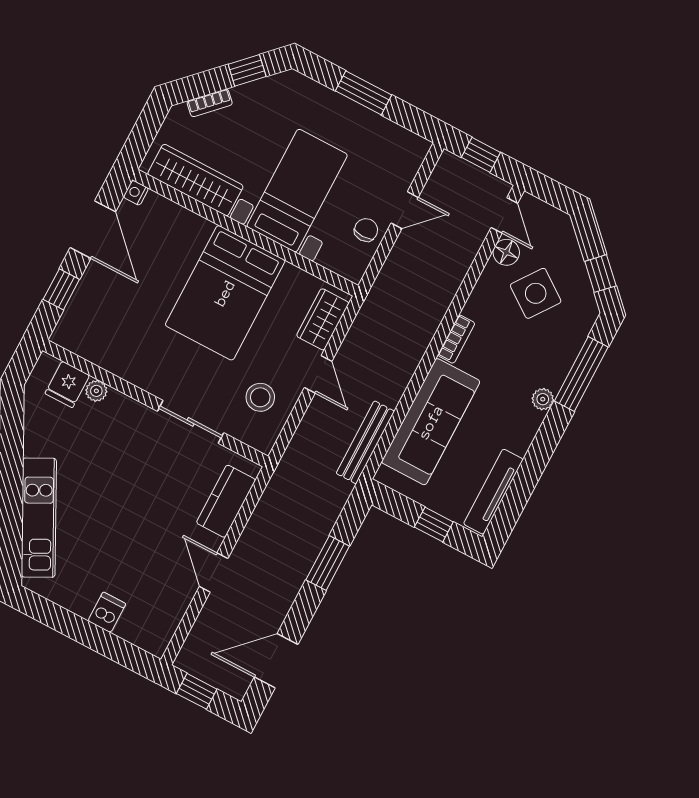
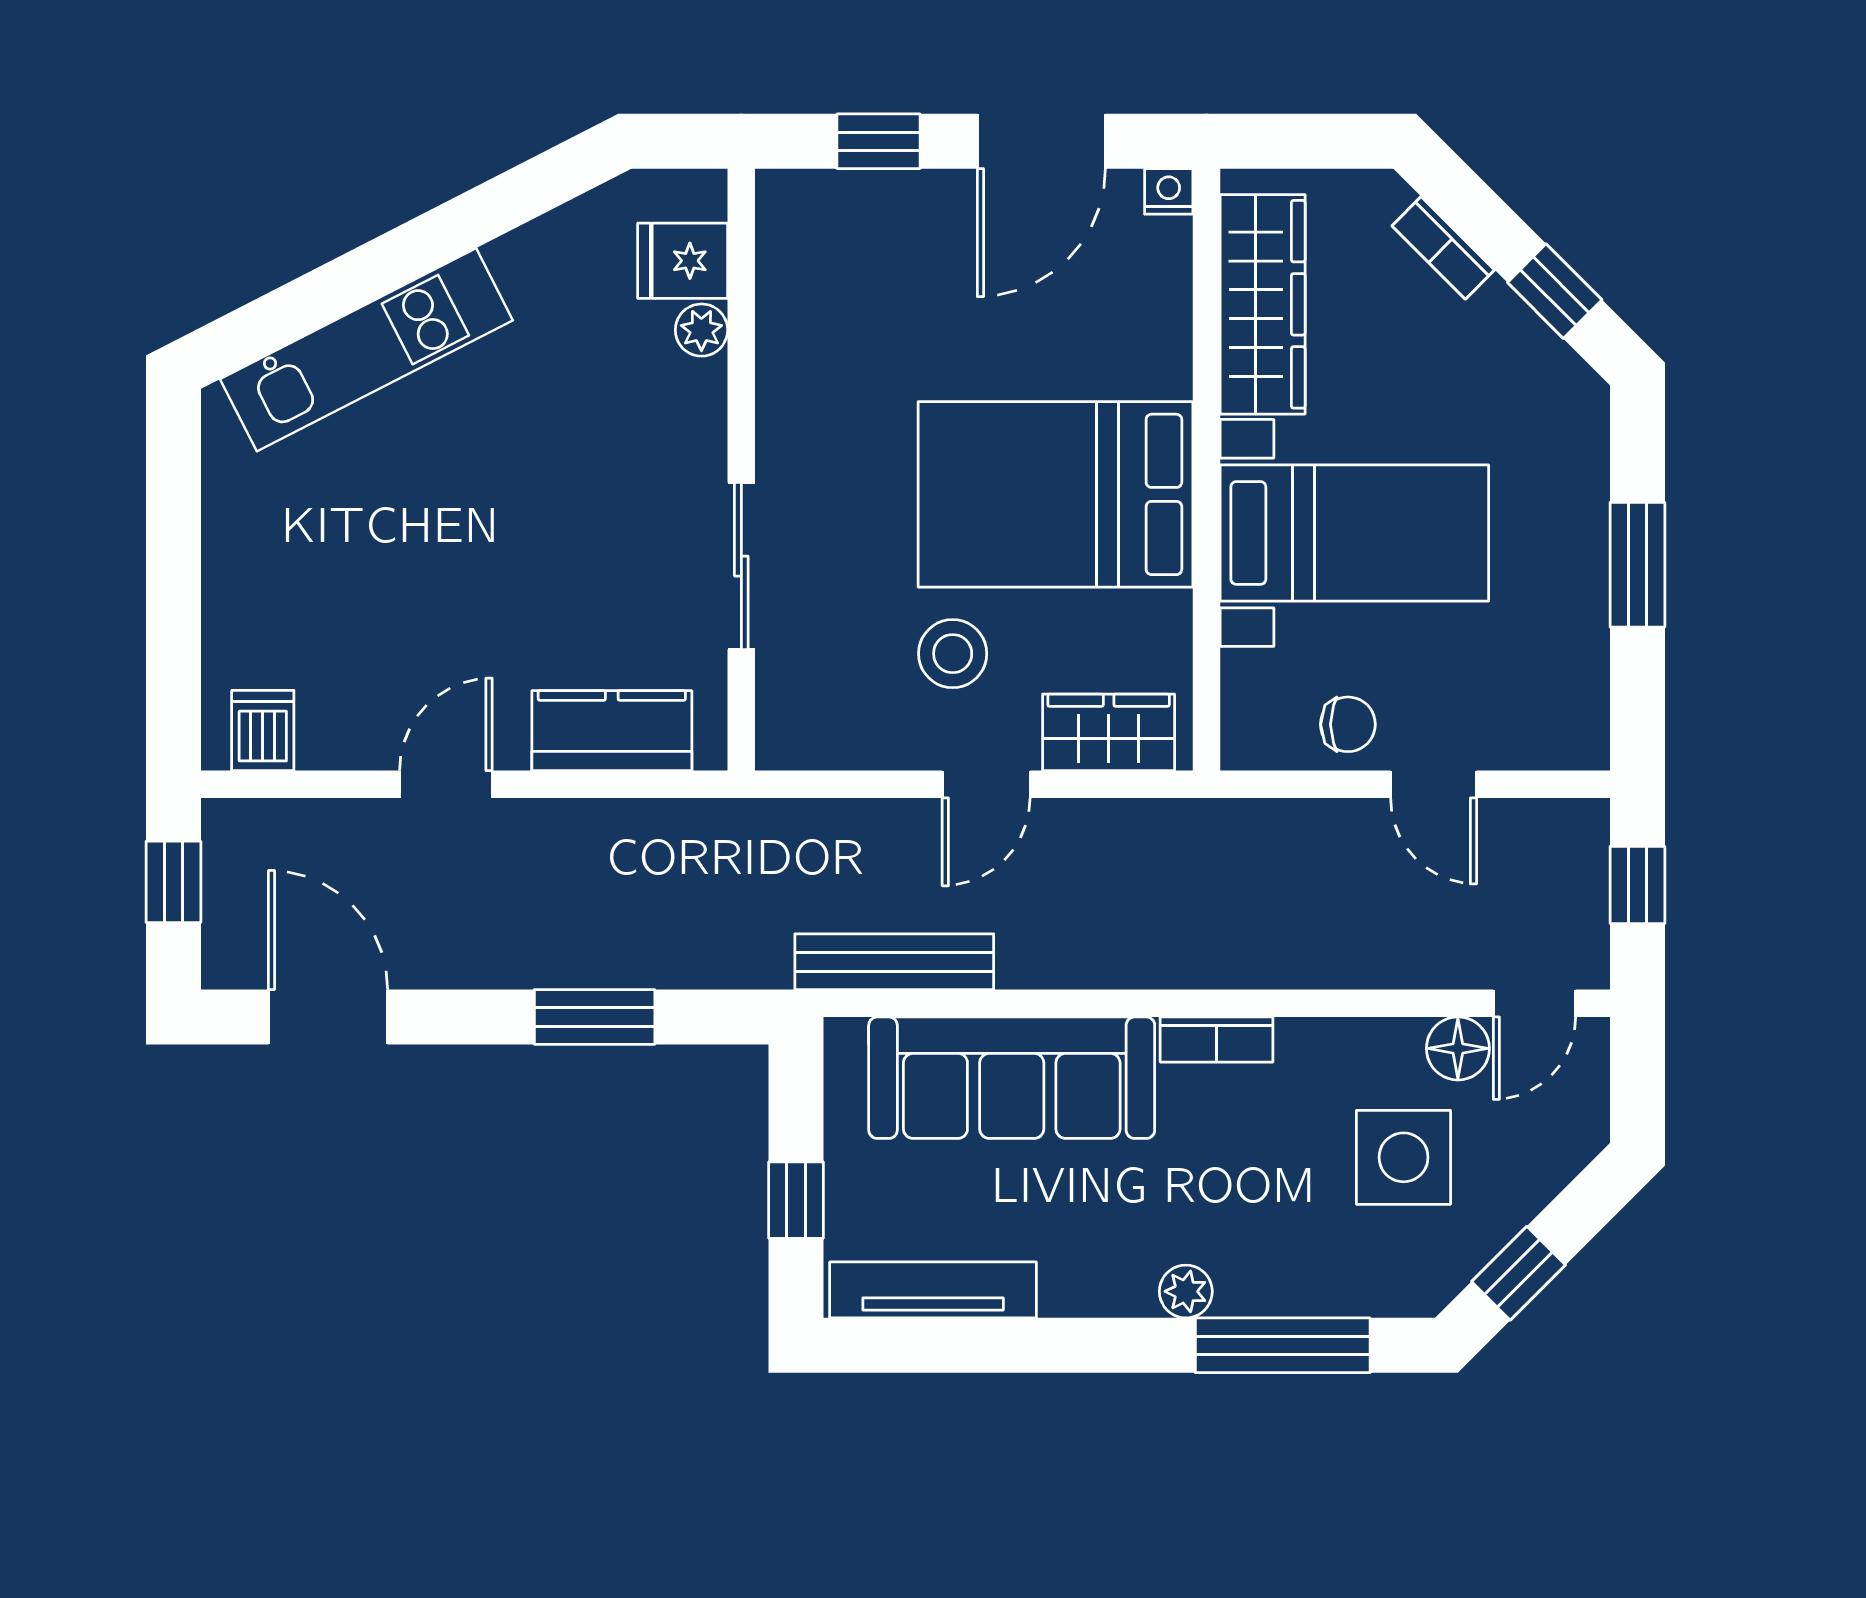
side table: (536, 293) -> (1404, 1157), turned -36
stool: (260, 397) -> (953, 654), moved
dishwasher: (107, 612) -> (263, 730), moved, turned -90

